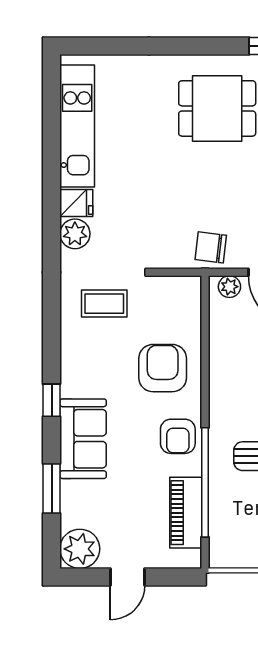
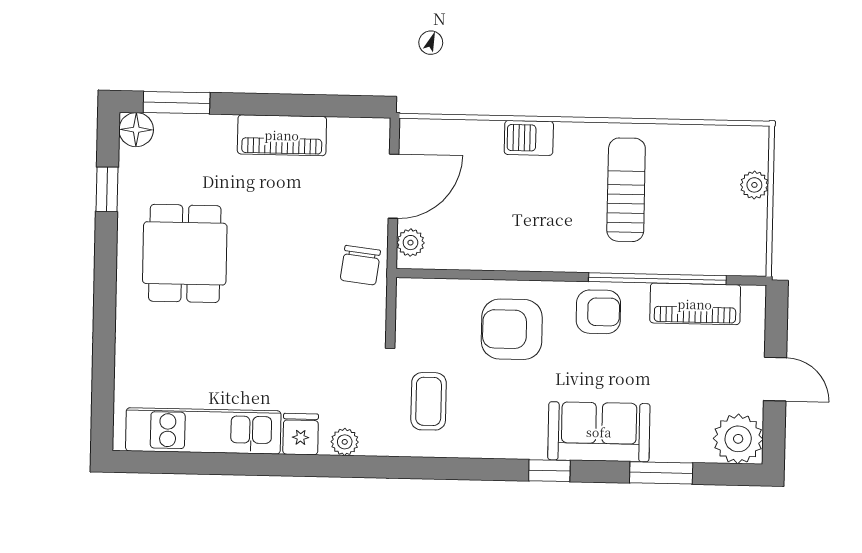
plant: (75, 234) -> (345, 442), width x0.73, depth x0.73

